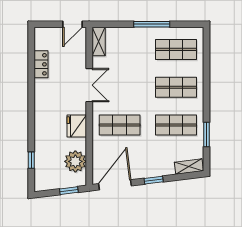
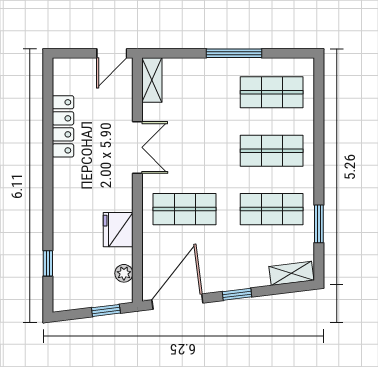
locker: (41, 64) -> (63, 126), width x1.53
fridge: (77, 126) -> (118, 230), moved
plant: (75, 161) -> (124, 273), width x0.53, depth x0.53

